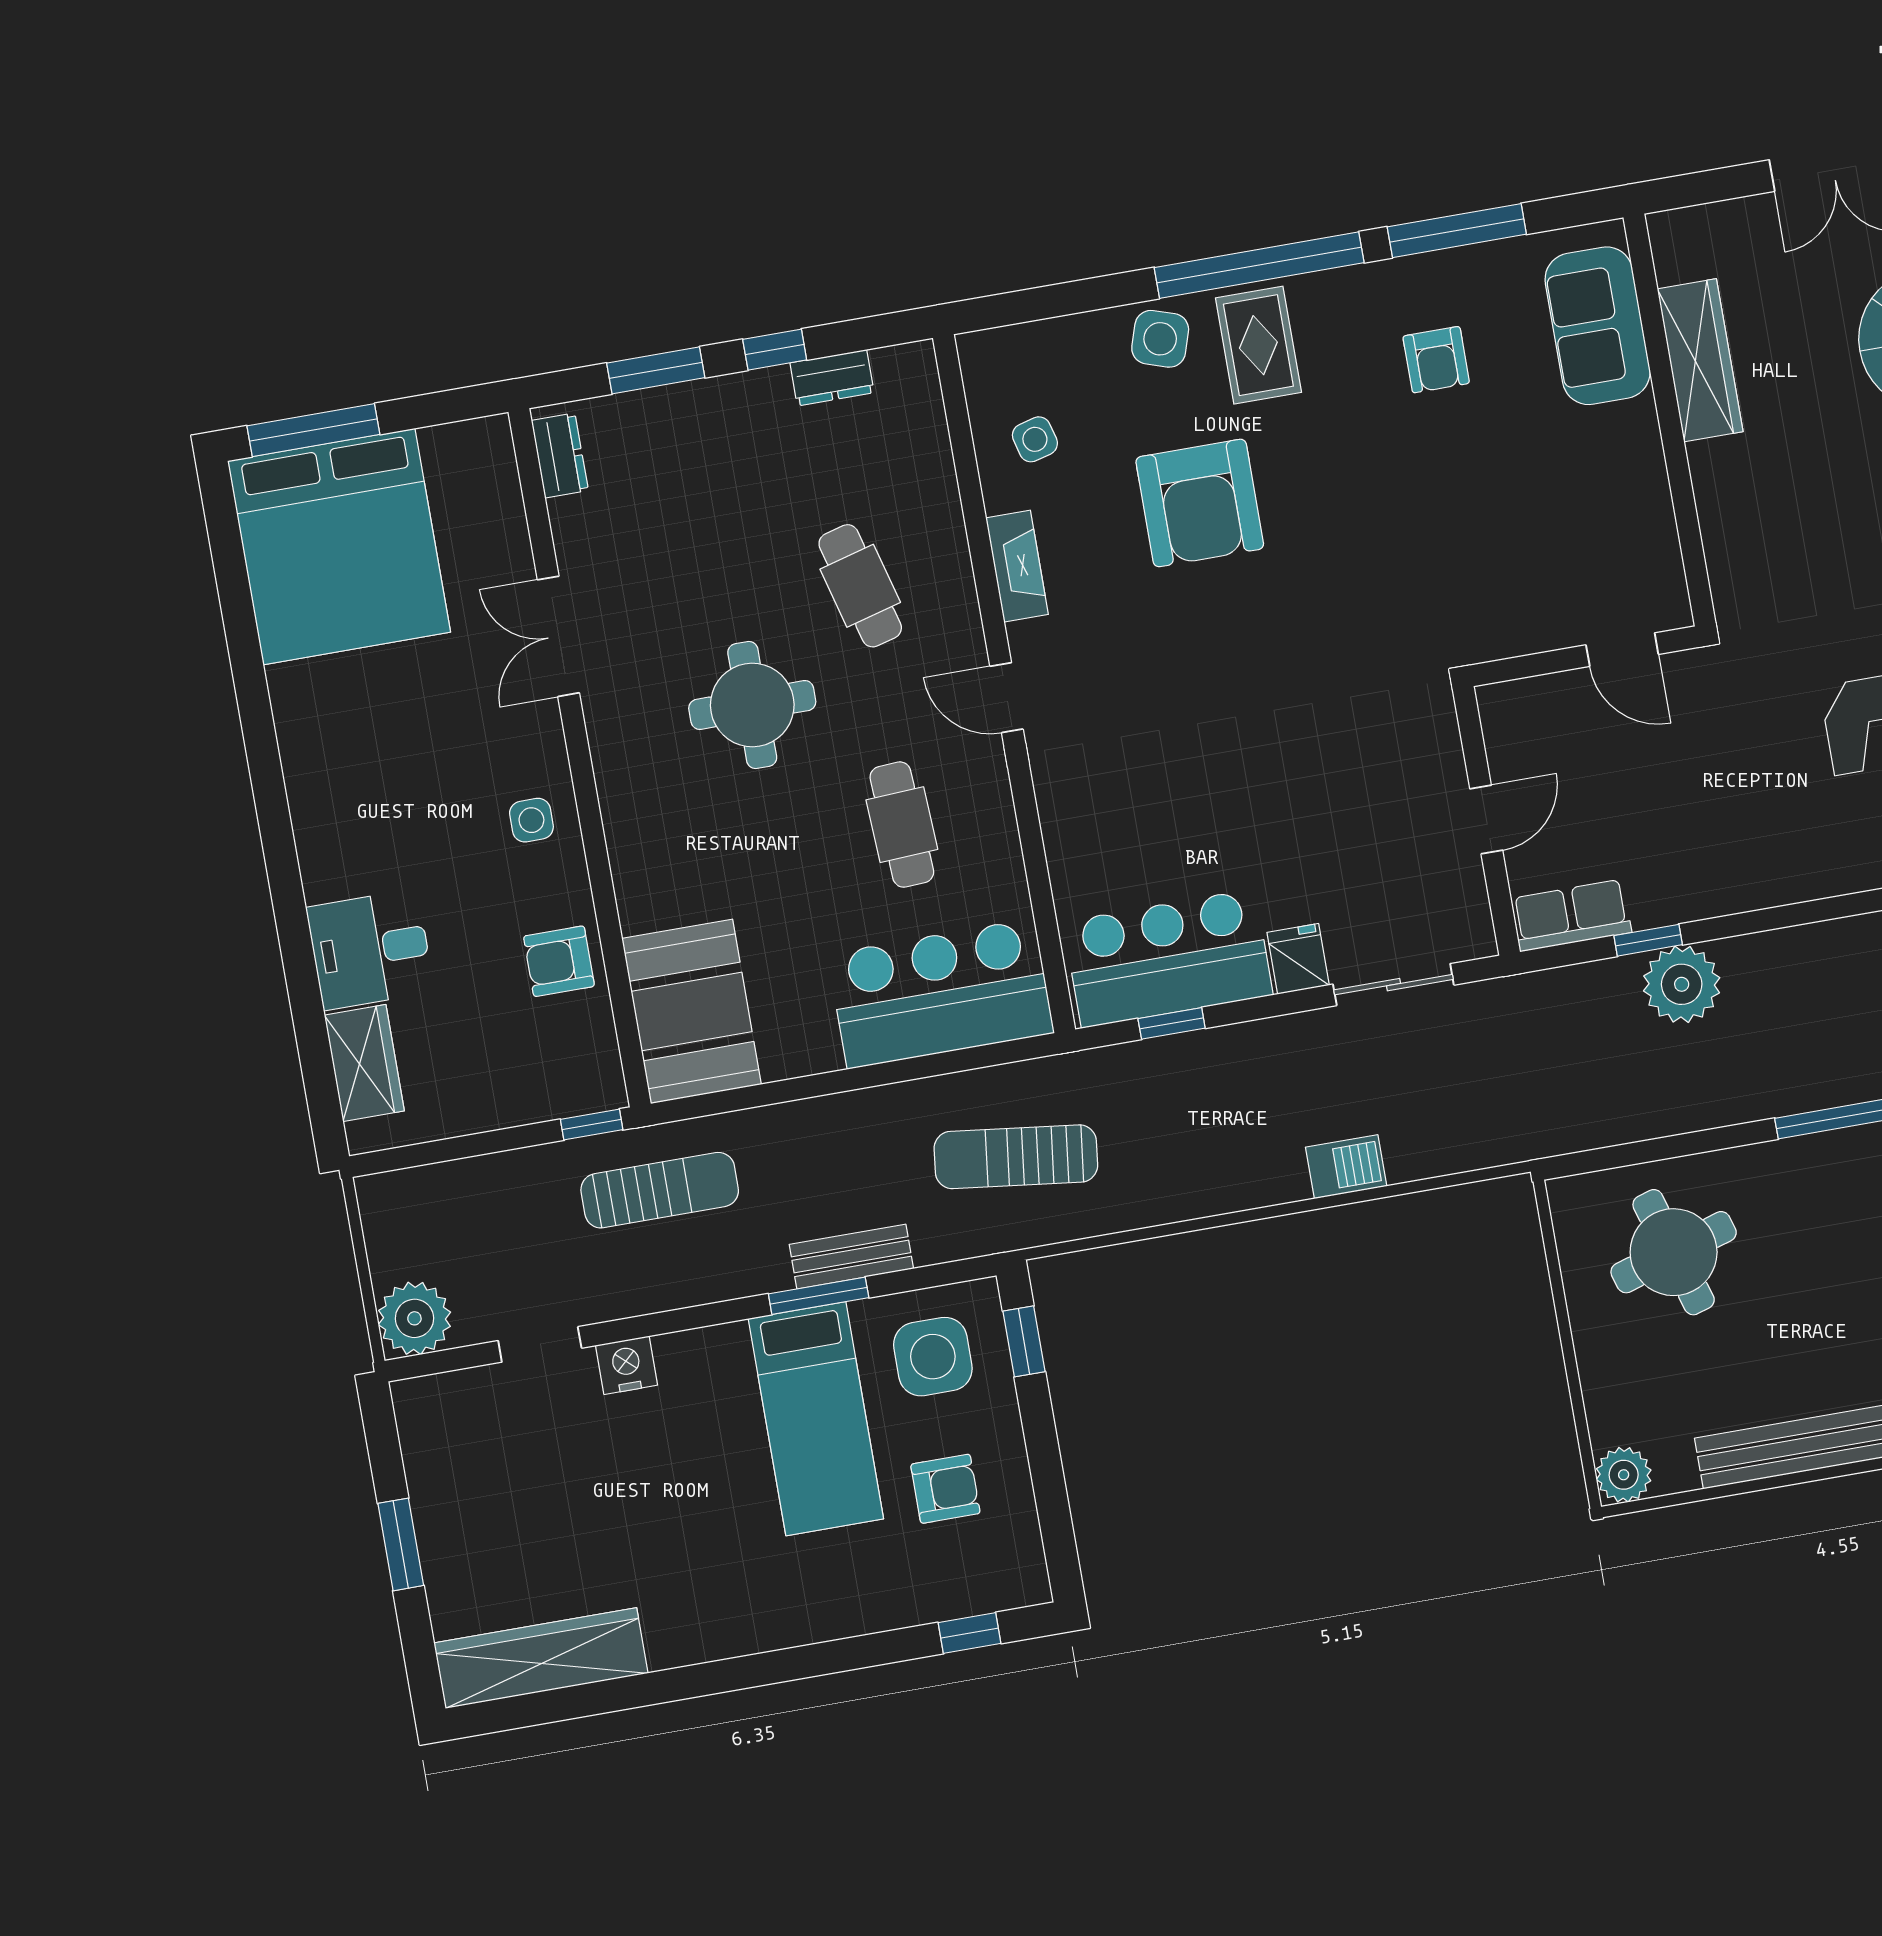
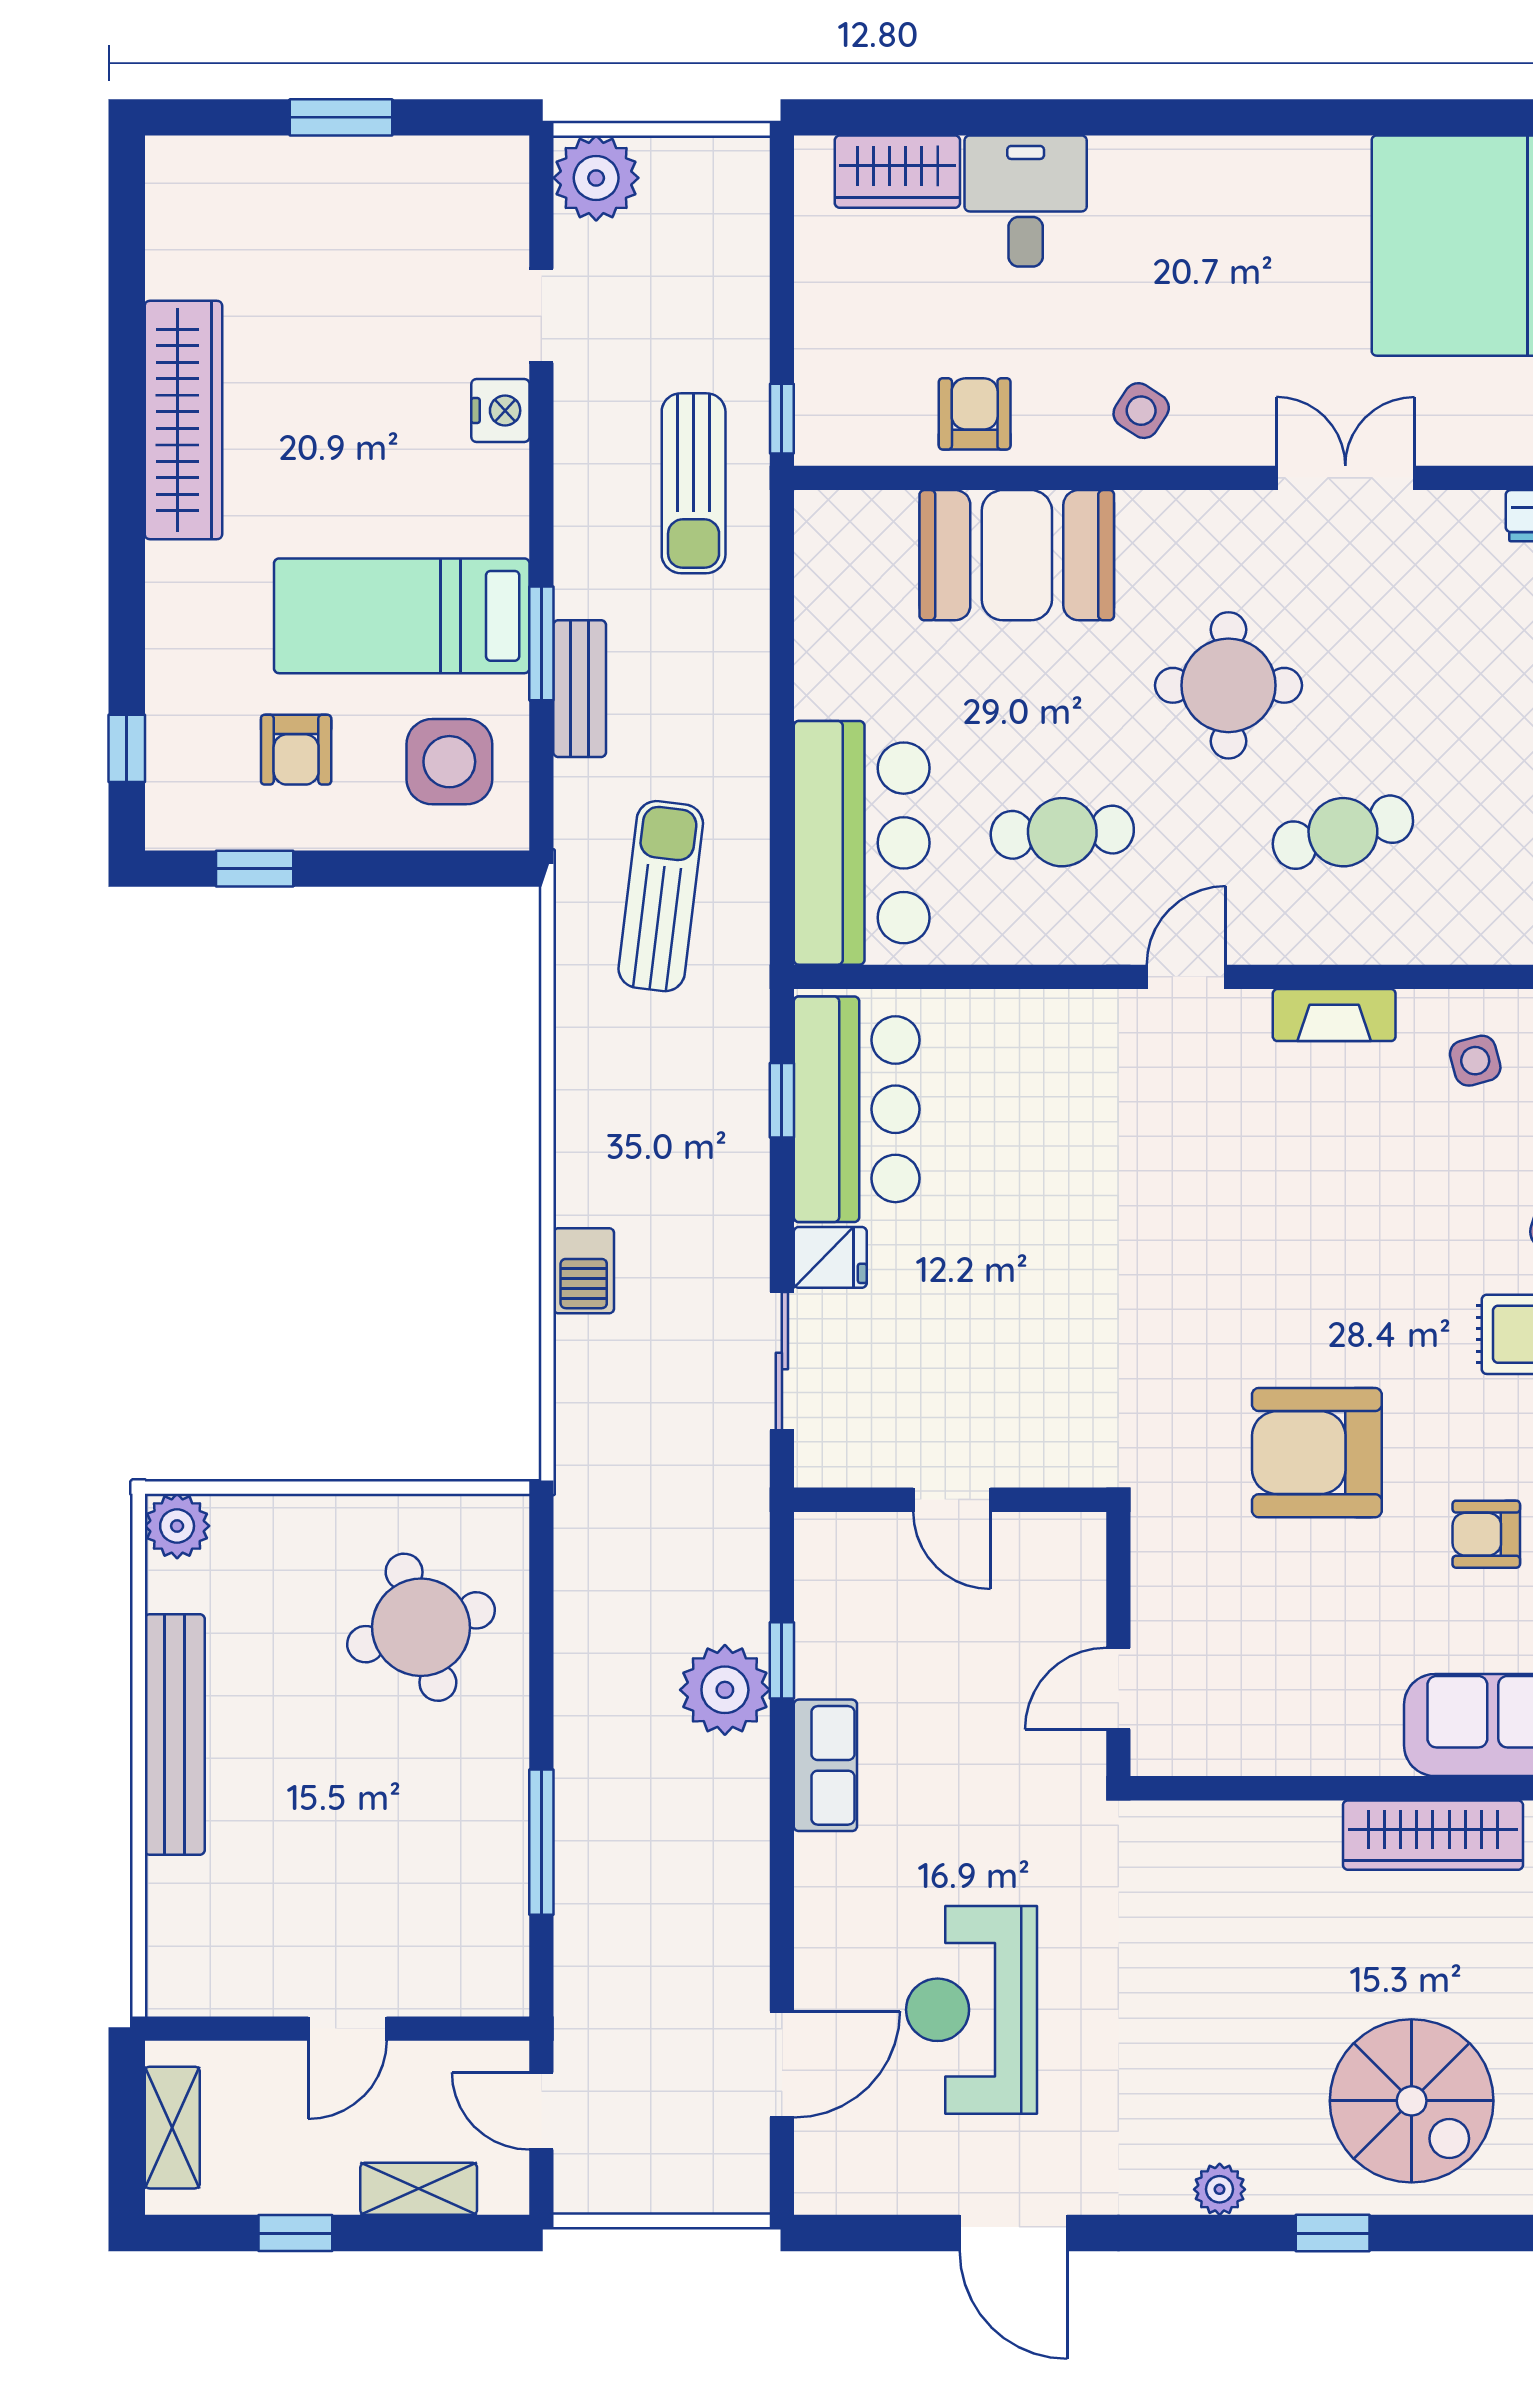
armchair: (1200, 503) -> (1317, 1453), moved
side table: (531, 820) -> (1141, 411), turned 33
row of seats: (1571, 915) -> (825, 1765), moved
booth: (692, 1011) -> (1017, 555), moved
window: (1024, 1341) -> (255, 869), moved
wardrobe: (541, 1658) -> (183, 420), moved

